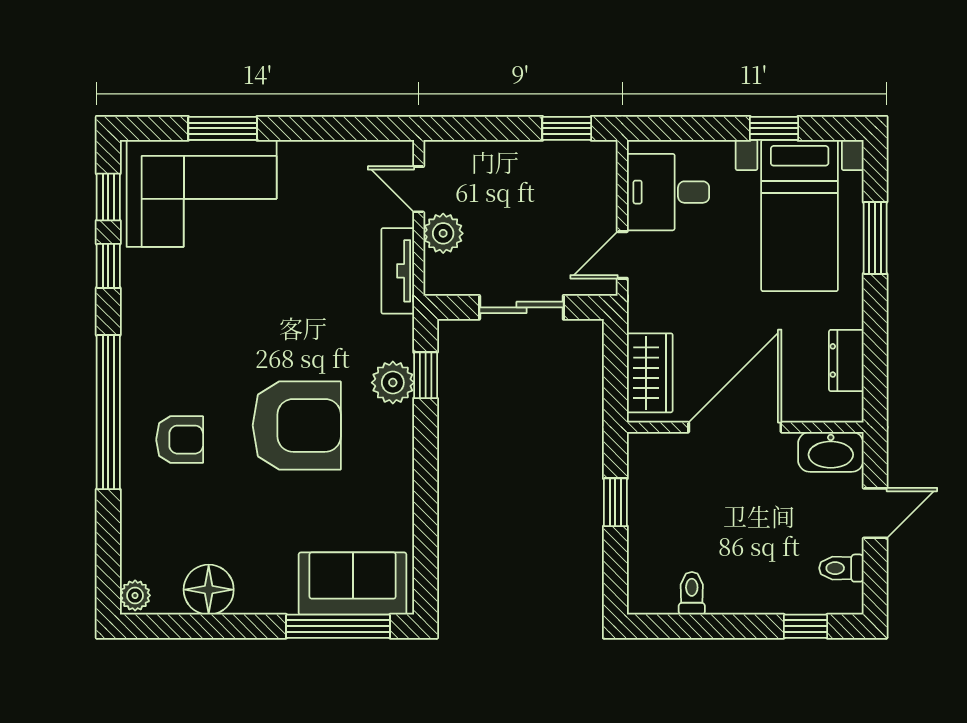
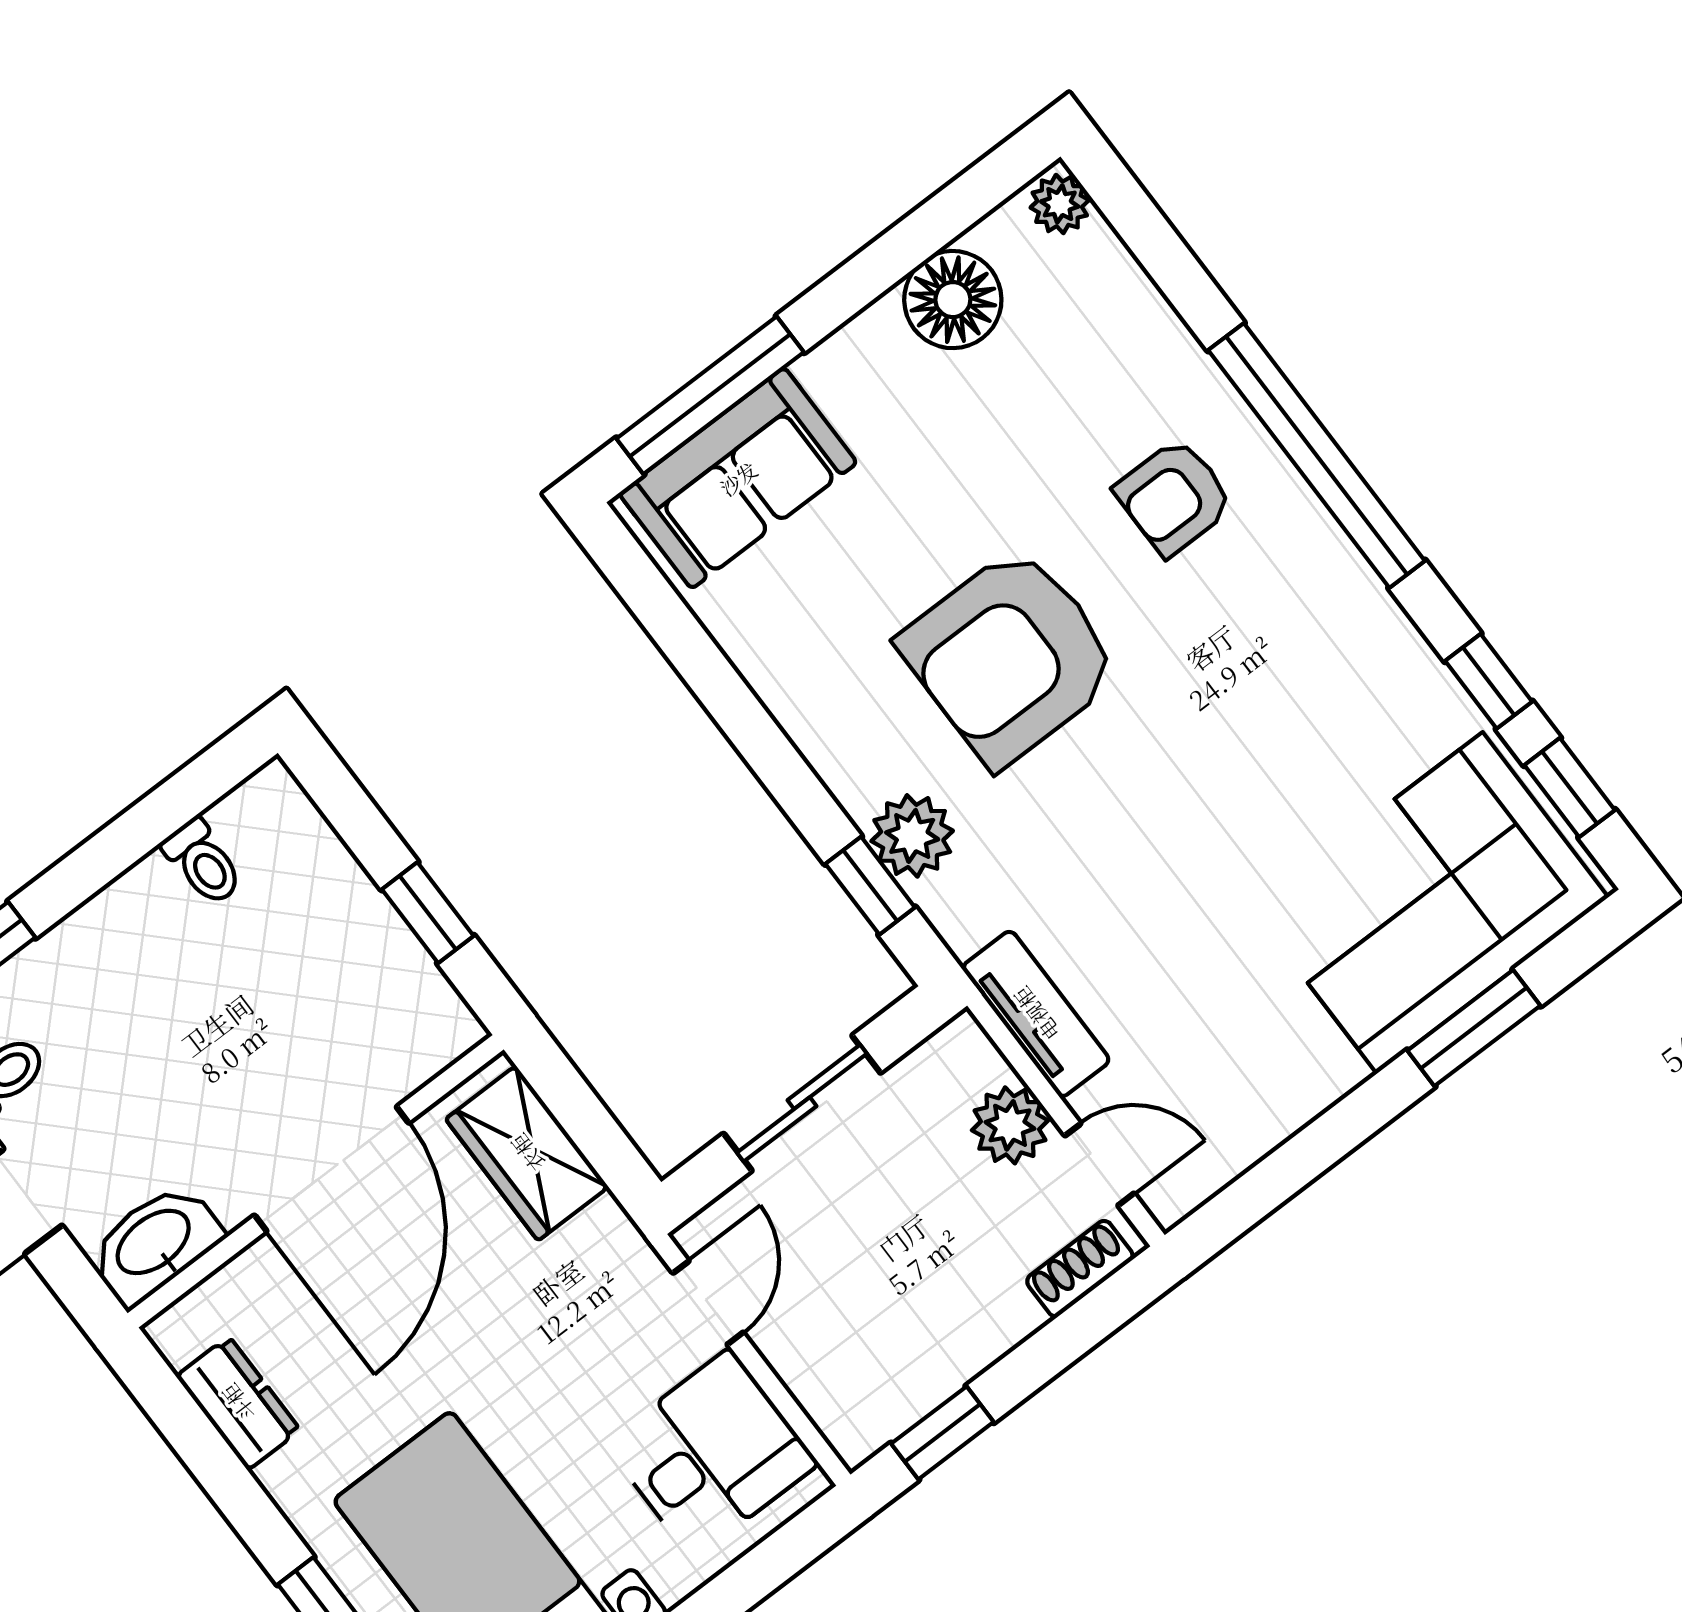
shoe rack: (459, 153) -> (1080, 1269), added

